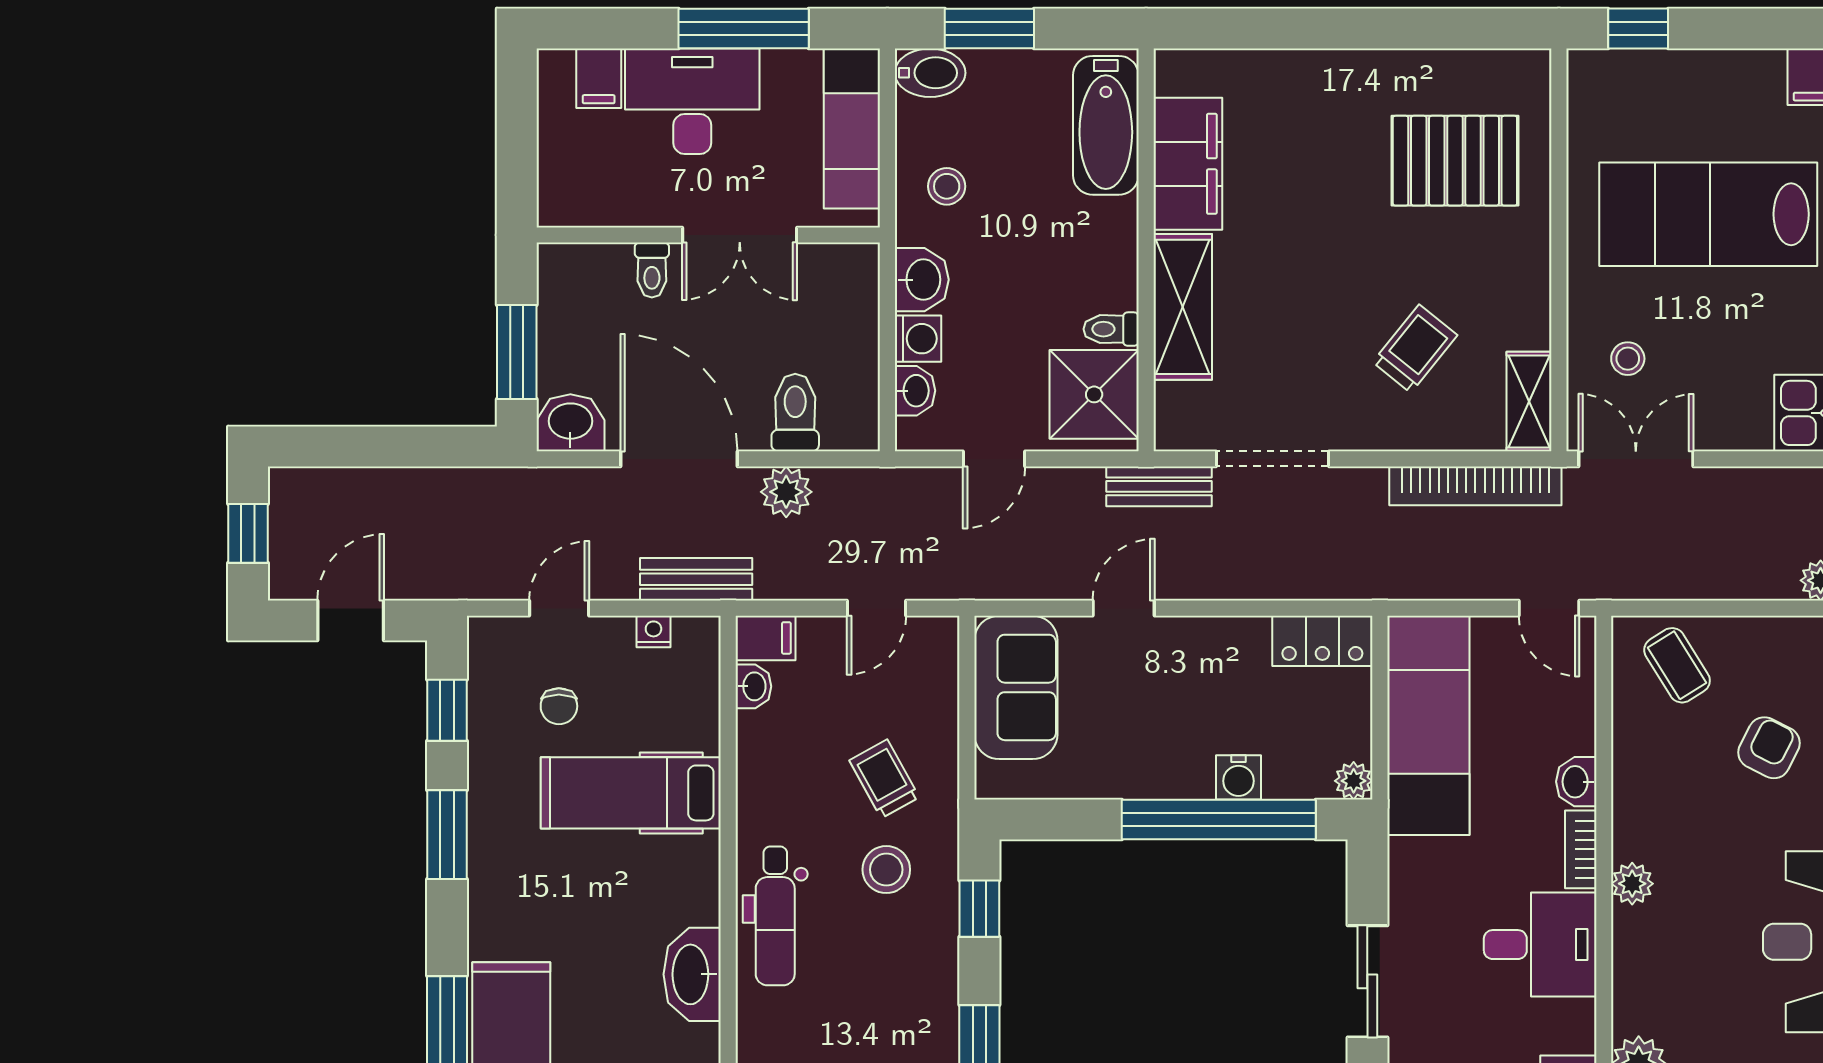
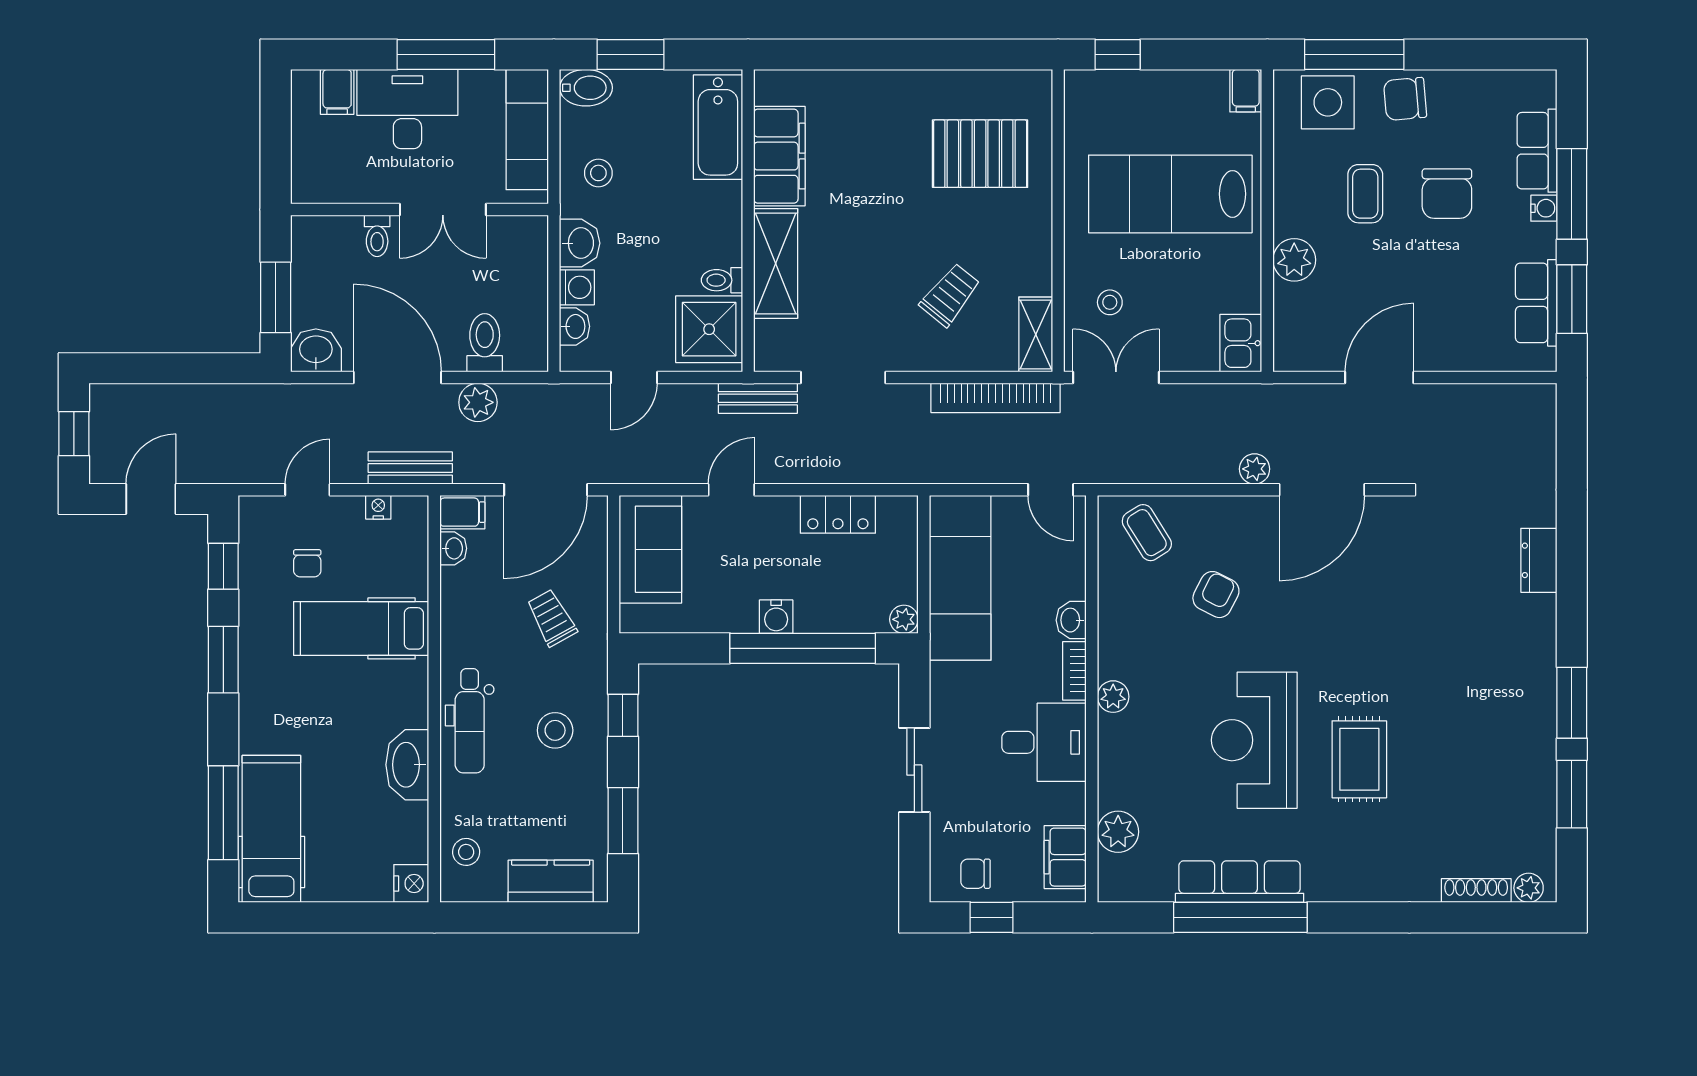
door: (876, 608) -> (546, 490), width x1.88
locker: (1322, 641) -> (838, 514), moved
water cooler: (1239, 777) -> (776, 617), moved
stool: (886, 870) -> (555, 730), moved

